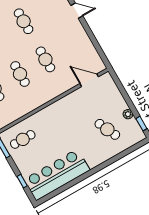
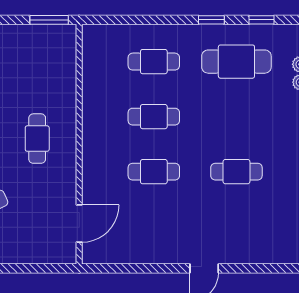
cafe table: (23, 139) -> (37, 139), moved

